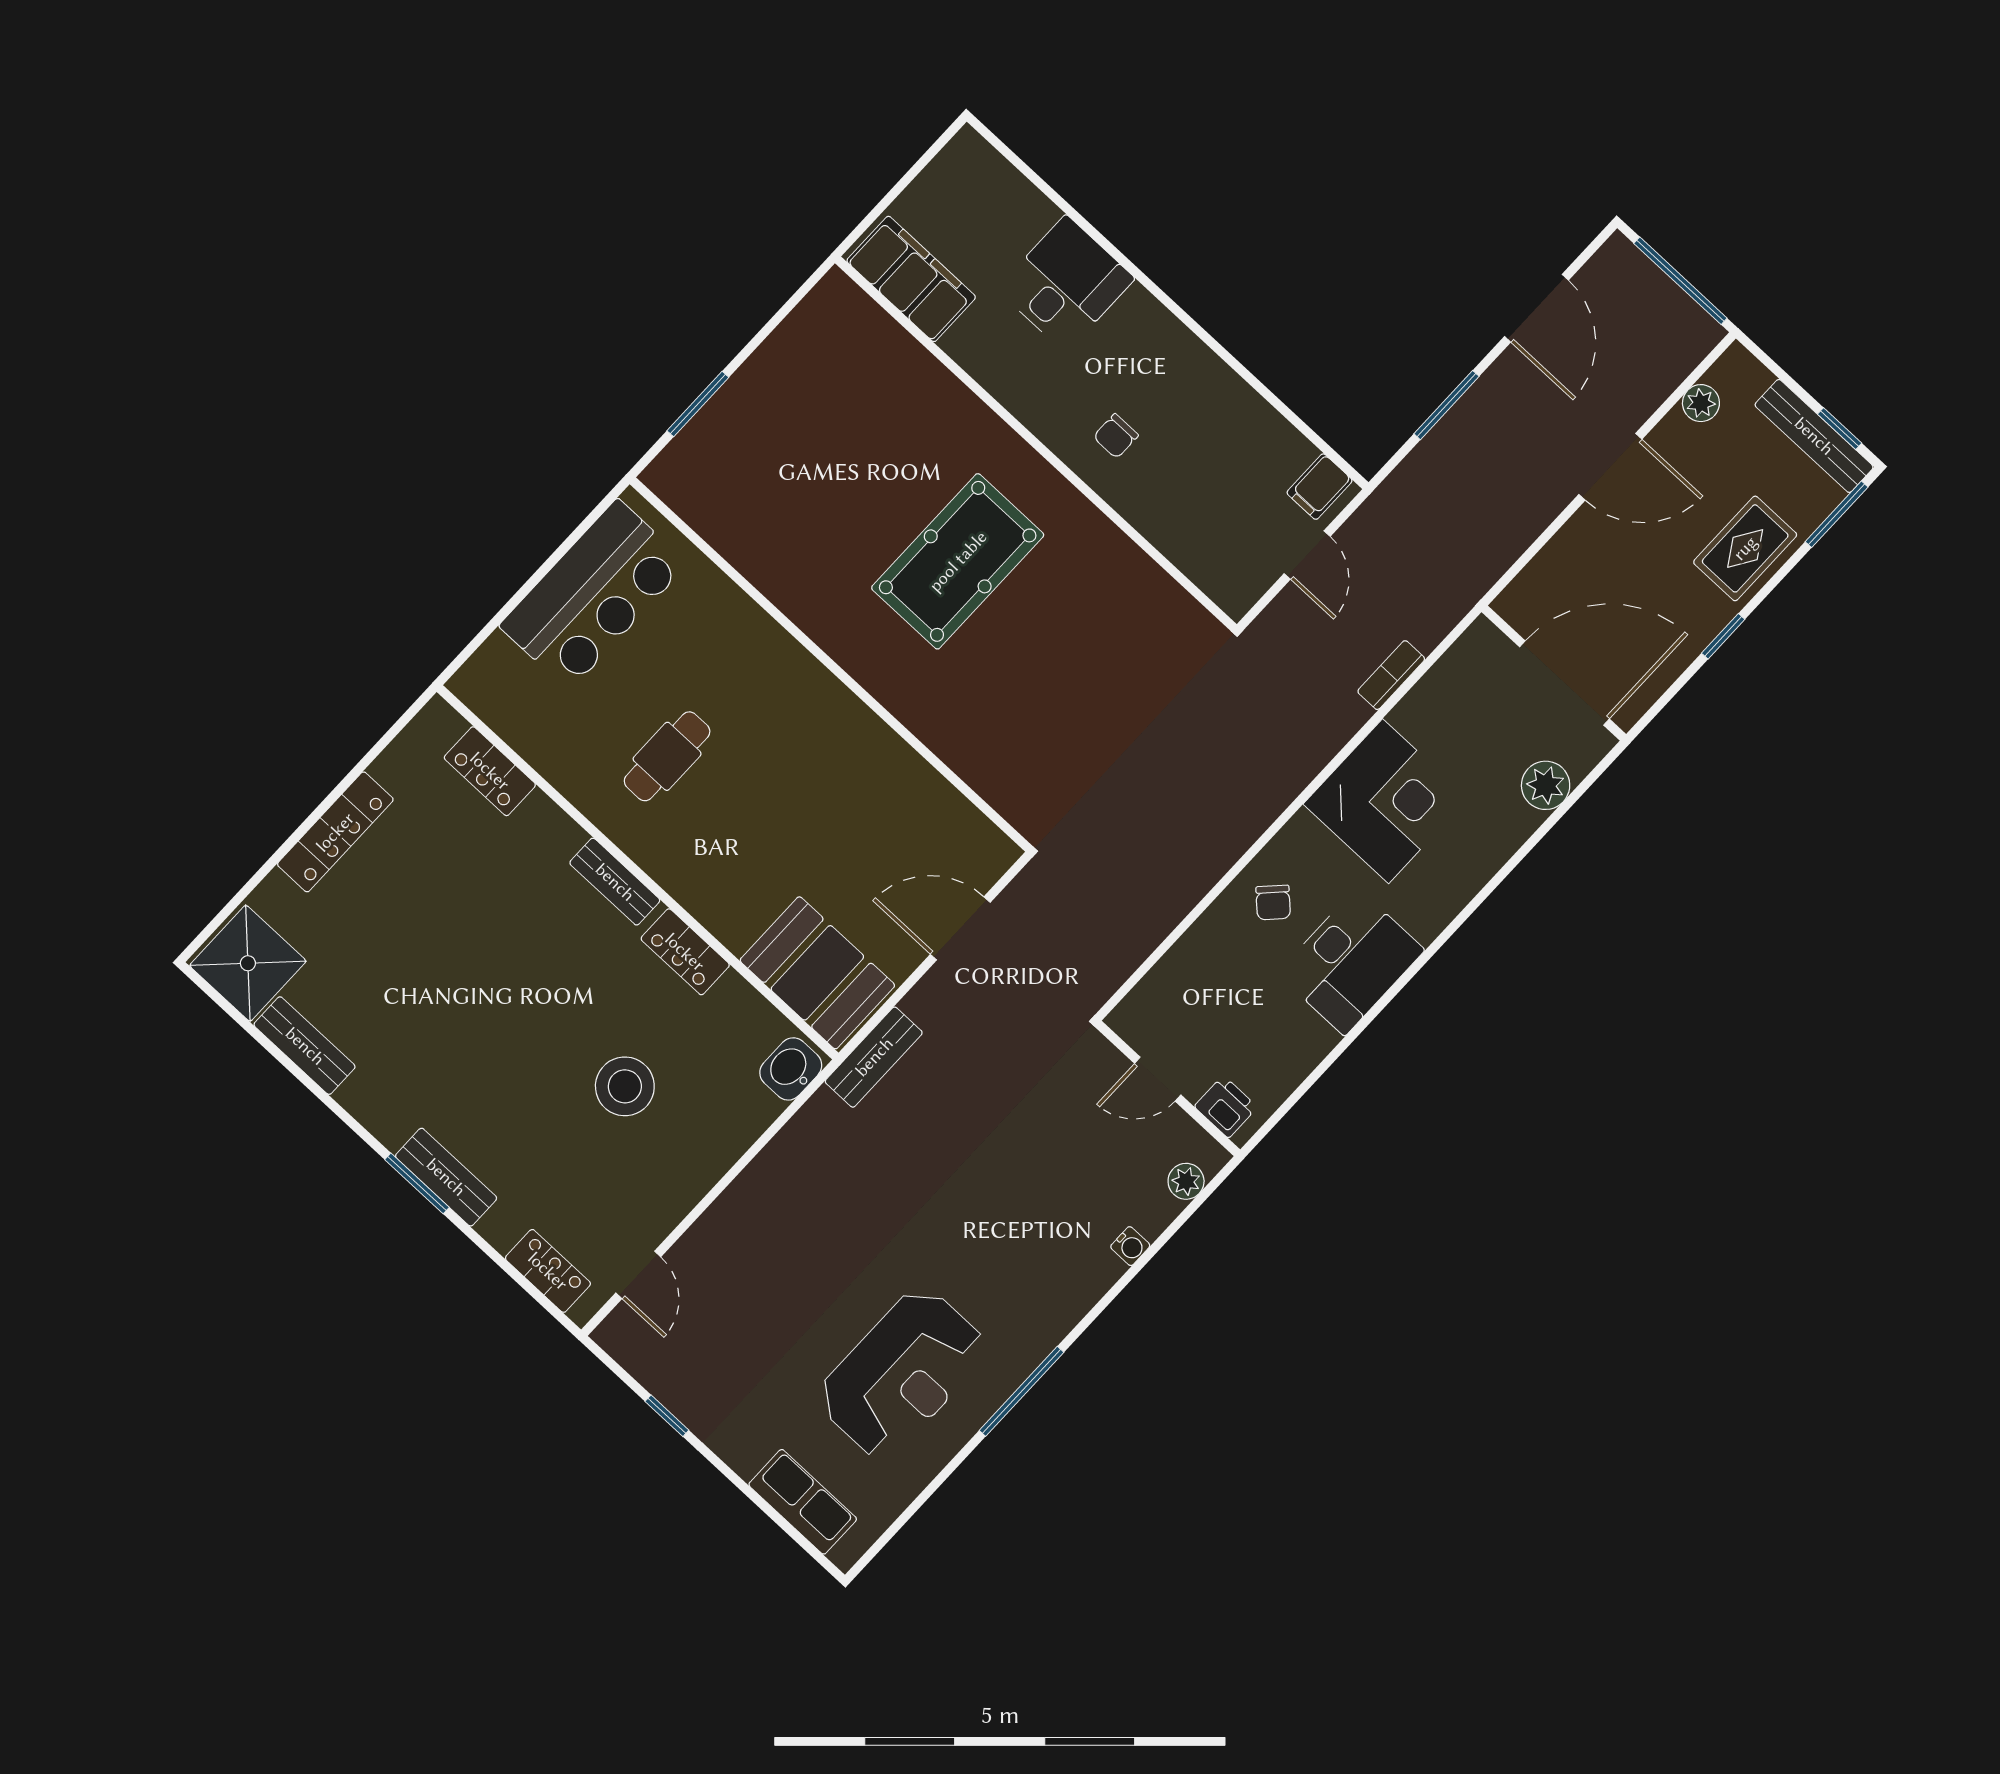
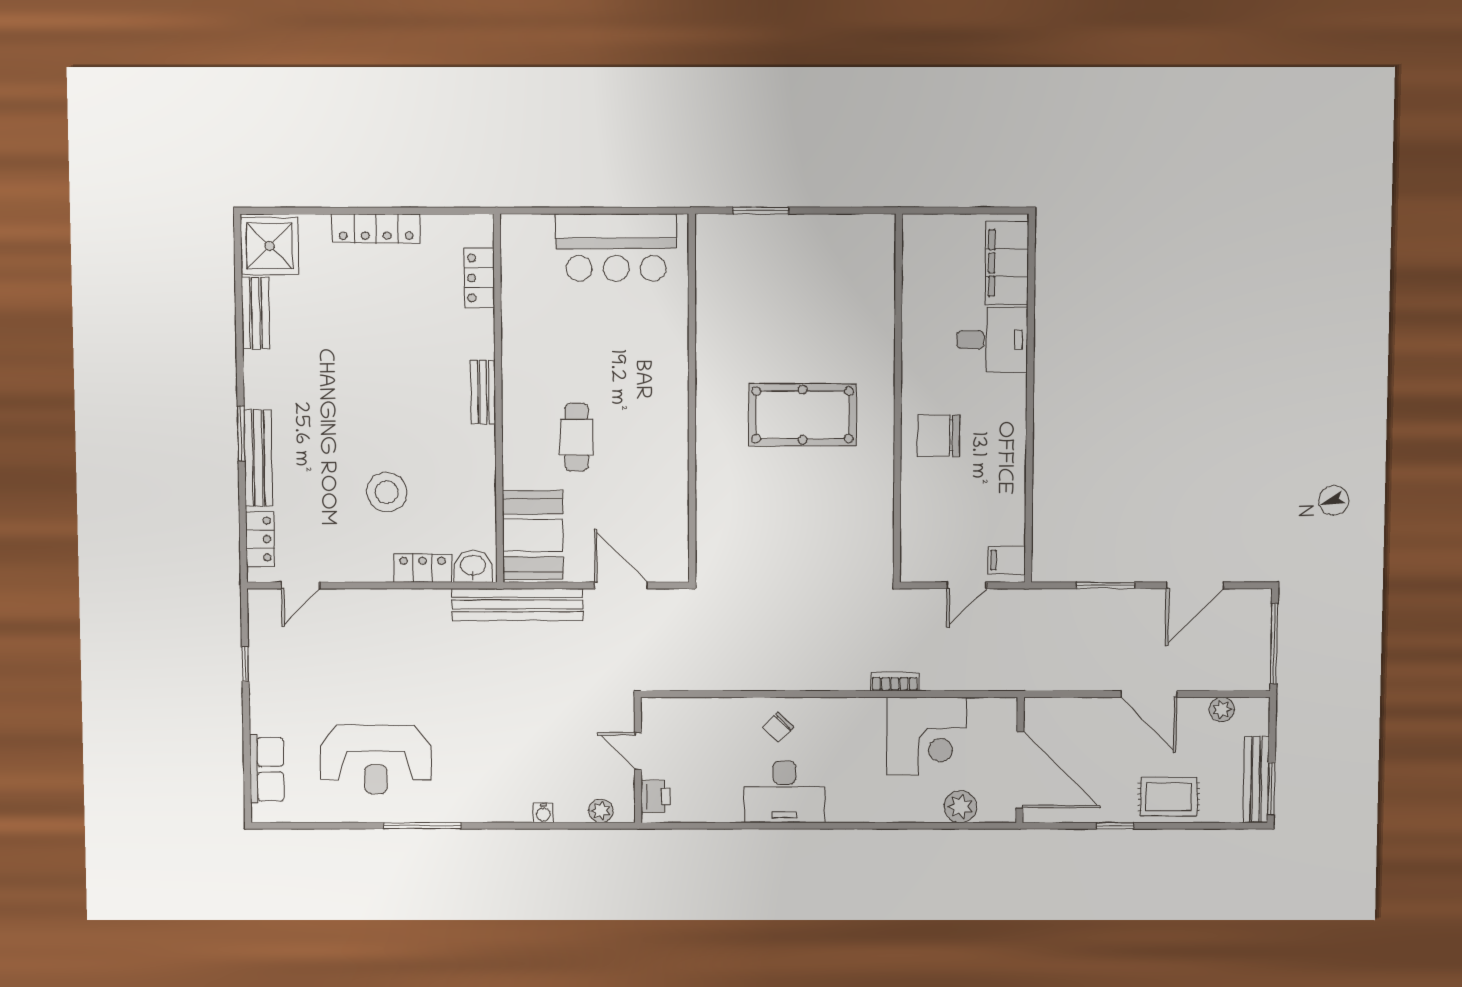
filing cabinet: (911, 279) -> (1007, 263), moved, turned 180
window: (1840, 429) -> (1271, 789), width x1.50
chair: (1116, 436) -> (939, 436), width x1.87, depth x1.87
window: (1837, 514) -> (1227, 826), removed
bookcase: (1391, 675) -> (895, 682), moved
cafe table: (667, 756) -> (576, 437), moved, turned 90
corner desk: (1386, 801) -> (926, 736), moved
locker: (685, 952) -> (423, 568), moved, turned 90
bench: (874, 1057) -> (517, 605), width x1.86, depth x1.21
bench: (446, 1177) -> (258, 458), width x1.36

